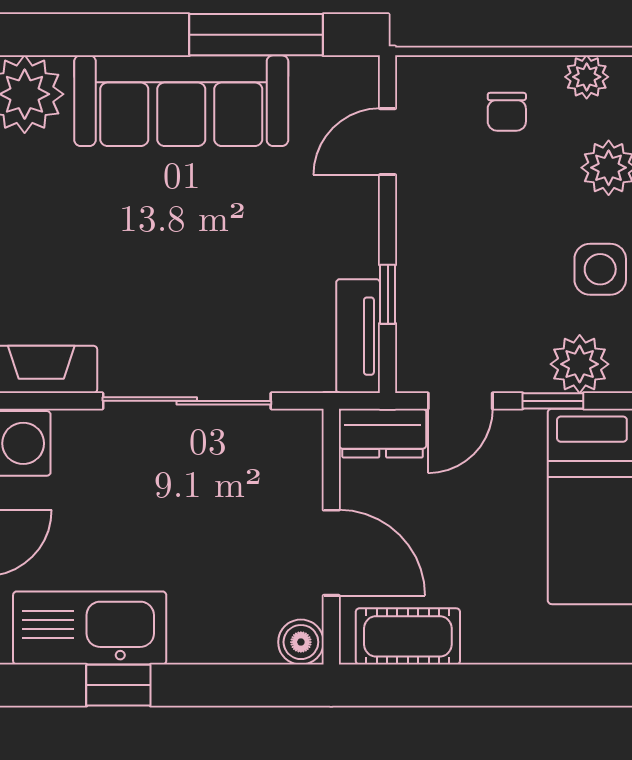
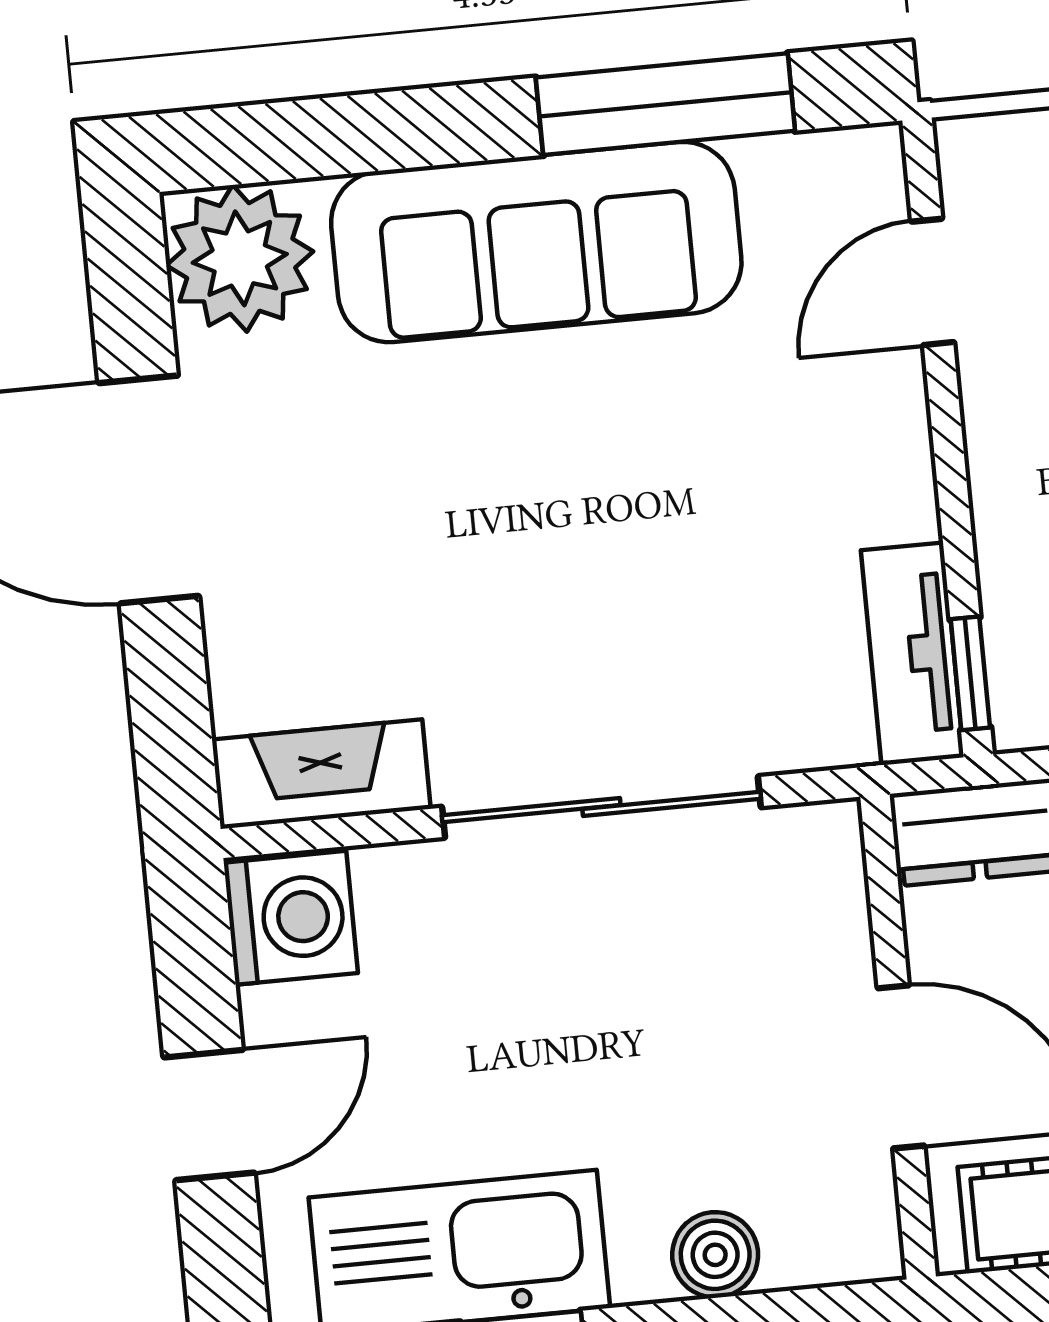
window: (388, 294) -> (970, 673), moved
boiler: (301, 642) -> (715, 1255), moved

